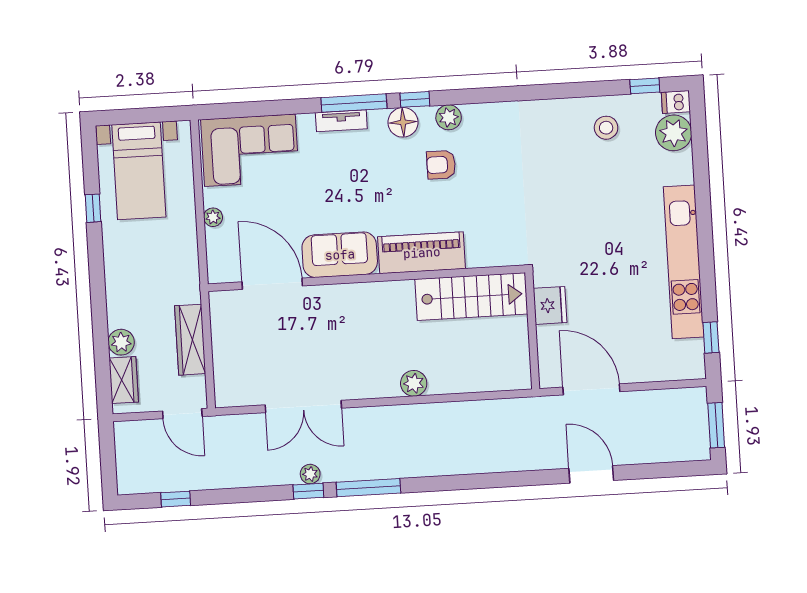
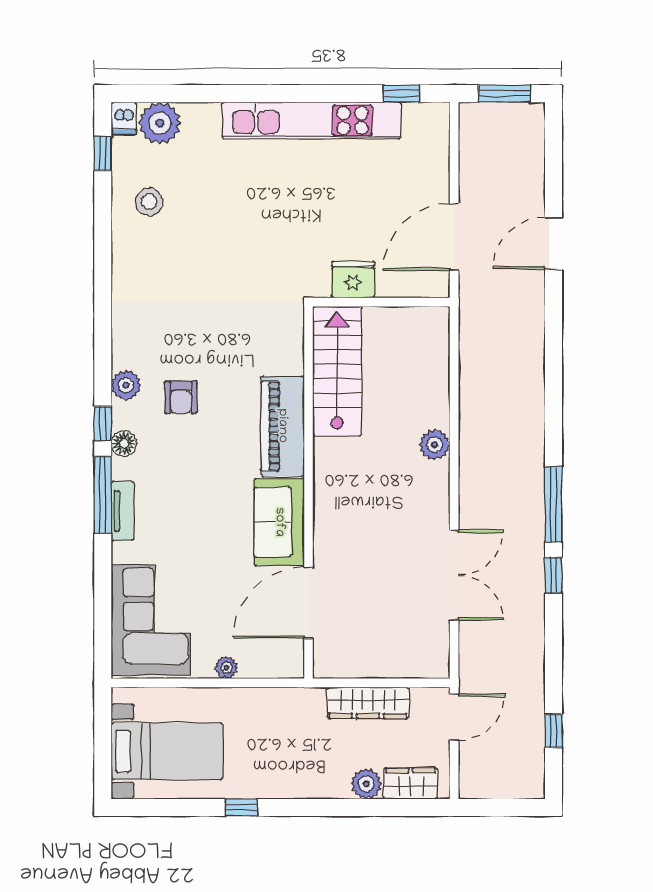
floor lamp: (403, 122) -> (124, 444), width x0.73, depth x0.73
window: (93, 208) -> (241, 807), moved
plant: (310, 474) -> (534, 572), removed

